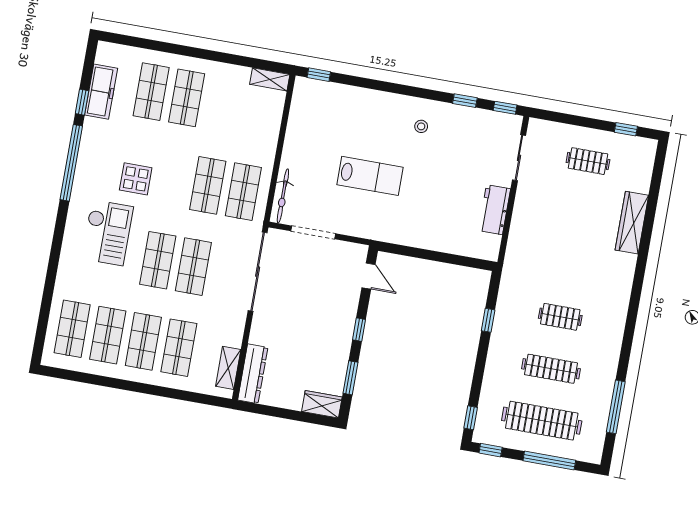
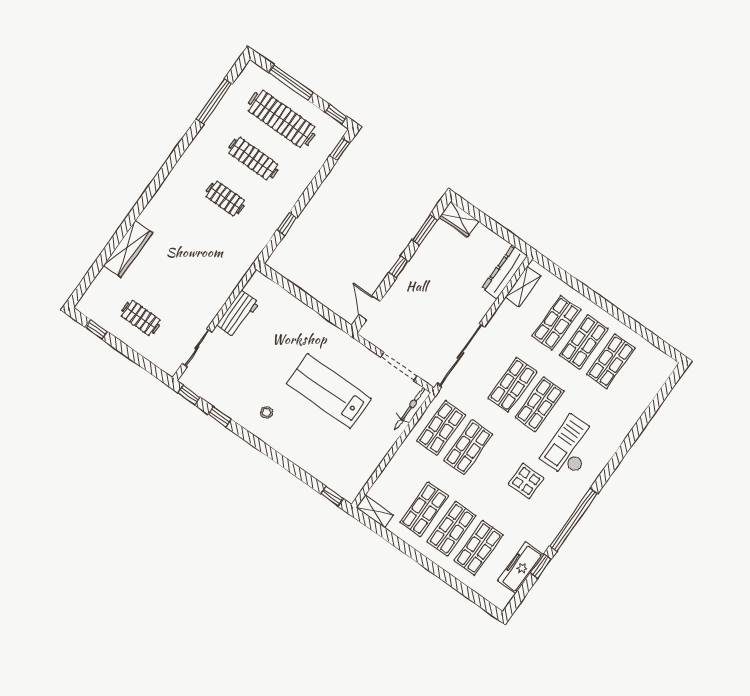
lab bench: (370, 176) -> (329, 391), width x1.36, depth x1.39
shop shelf: (72, 329) -> (424, 509), moved

